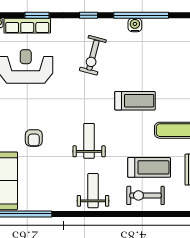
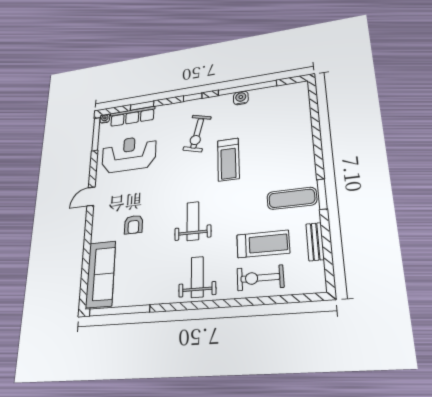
treadmill: (135, 101) -> (228, 160), moved, turned 90

